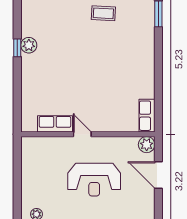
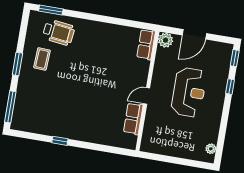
wheelchair: (135, 27) -> (59, 32), added
plant: (29, 45) -> (59, 130), removed
row of seats: (147, 116) -> (146, 44), moved, turned 90

